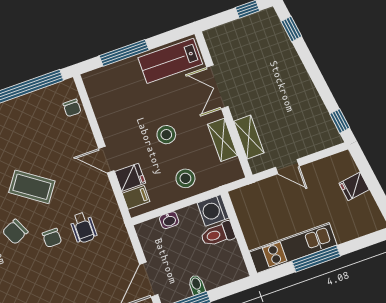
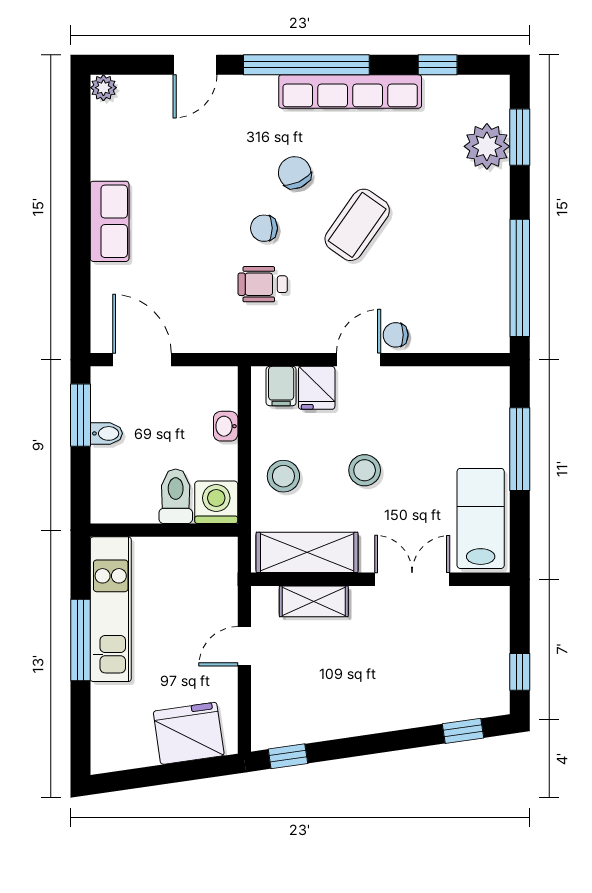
chair: (72, 108) -> (396, 335), moved
shelving: (223, 140) -> (307, 552), width x1.50, depth x1.33
fridge: (354, 186) -> (189, 733), width x1.88, depth x1.34

